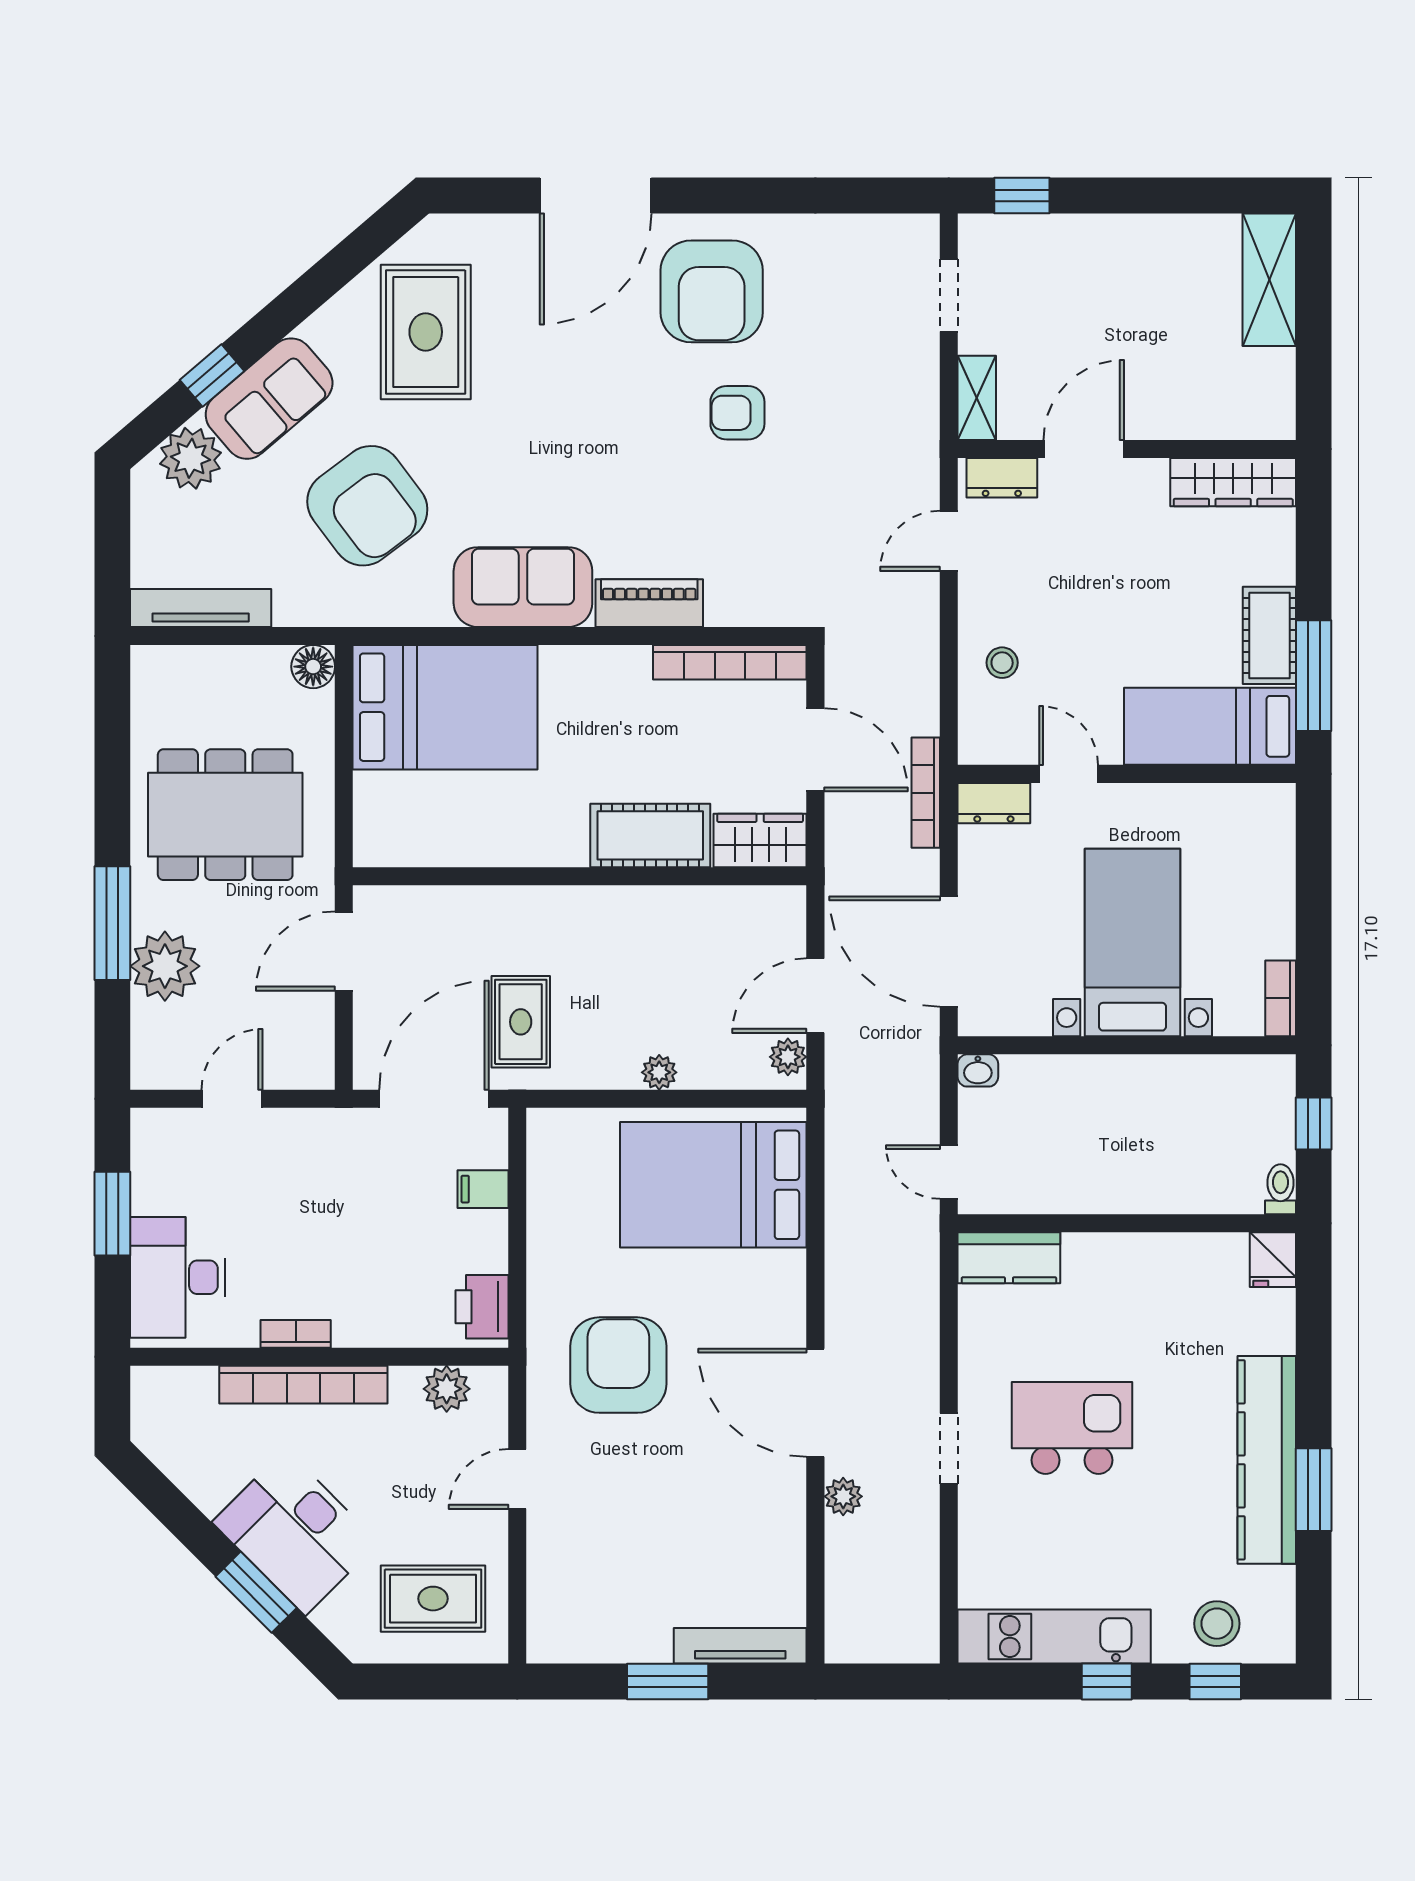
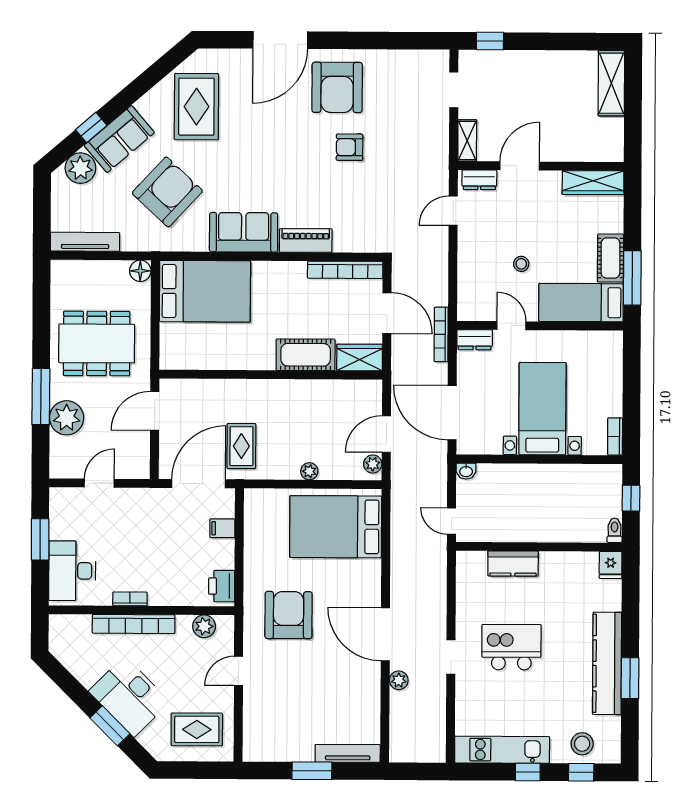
armchair: (367, 506) -> (167, 192), turned -100
stool: (1002, 663) -> (521, 264), moved
kitchen counter: (1009, 1258) -> (513, 563), moved

